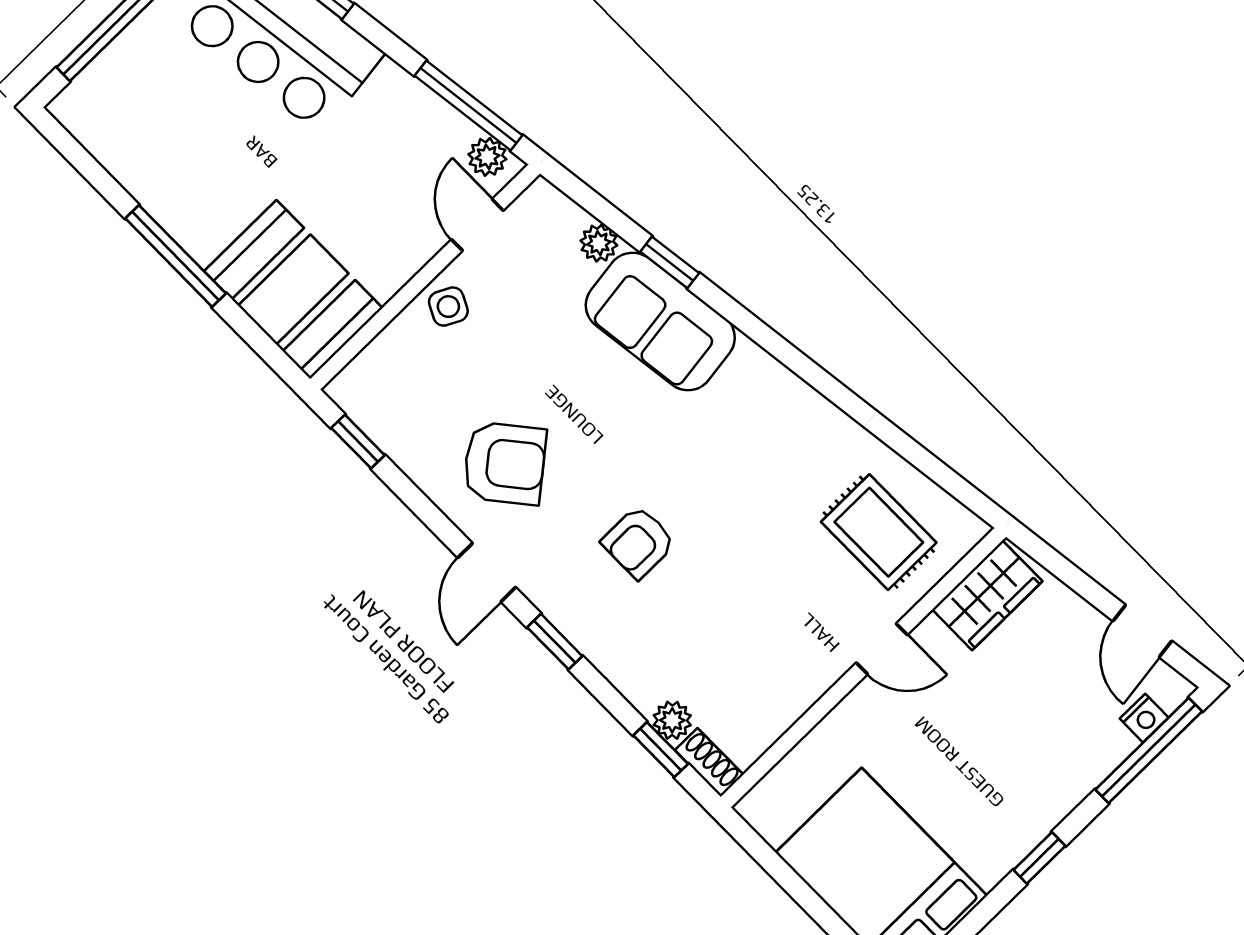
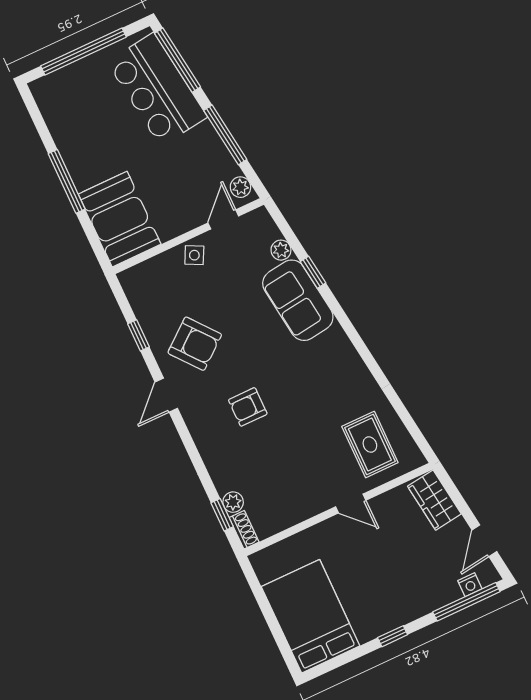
window: (469, 106) -> (225, 135), moved
window: (358, 441) -> (138, 335), moved
wardrobe: (987, 595) -> (434, 500), moved, turned 82
window: (555, 642) -> (188, 442), removed

